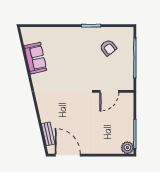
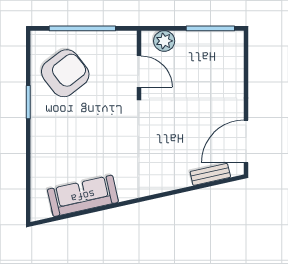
armchair: (108, 48) -> (65, 73), width x1.88, depth x1.88
sofa: (35, 58) -> (83, 196), width x1.36
plant: (127, 148) -> (164, 41), moved

